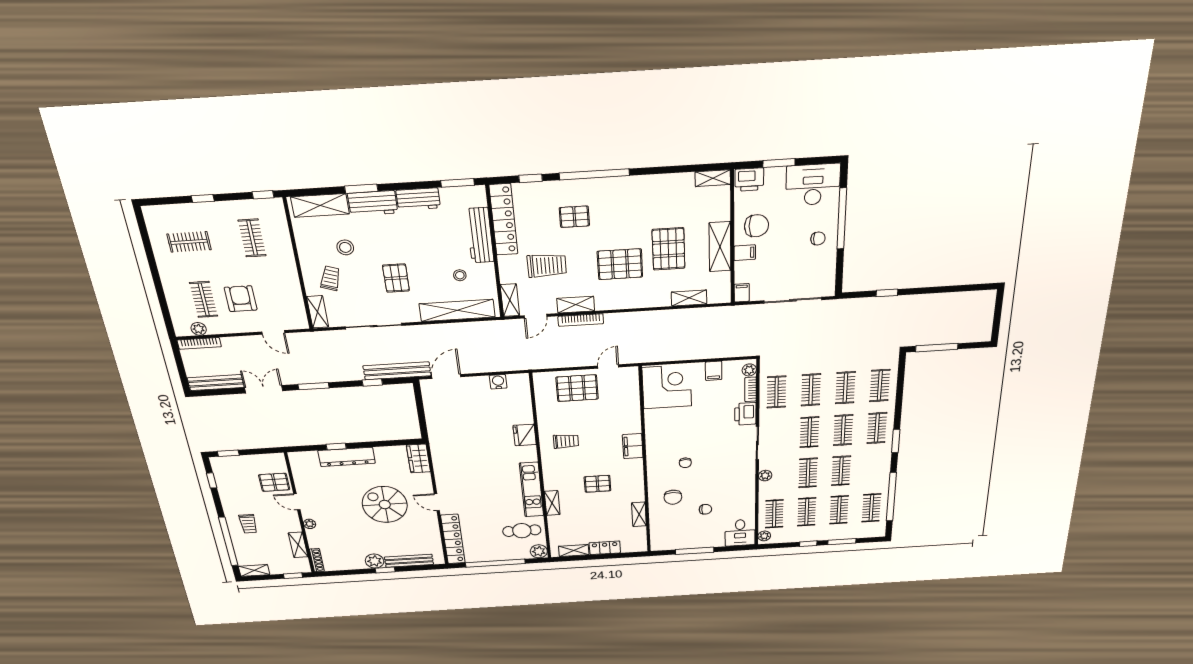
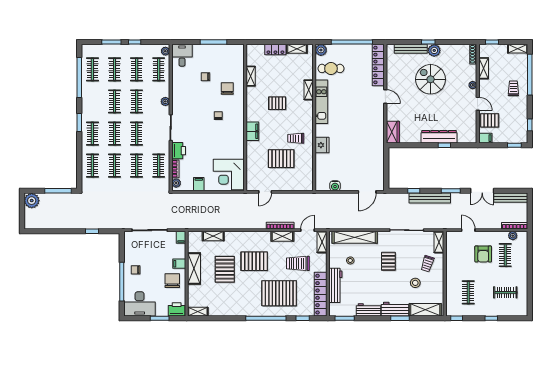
pallet: (574, 217) -> (279, 293), width x2.05, depth x2.00
chair: (757, 226) -> (172, 281), turned 90
plant: (980, 331) -> (32, 201), added
bench: (397, 371) -> (430, 198), moved
pallet: (577, 388) -> (281, 159), moved
filing cabinet: (275, 459) -> (485, 138), added
spiral stairs: (385, 505) -> (431, 79), moved, turned 180

